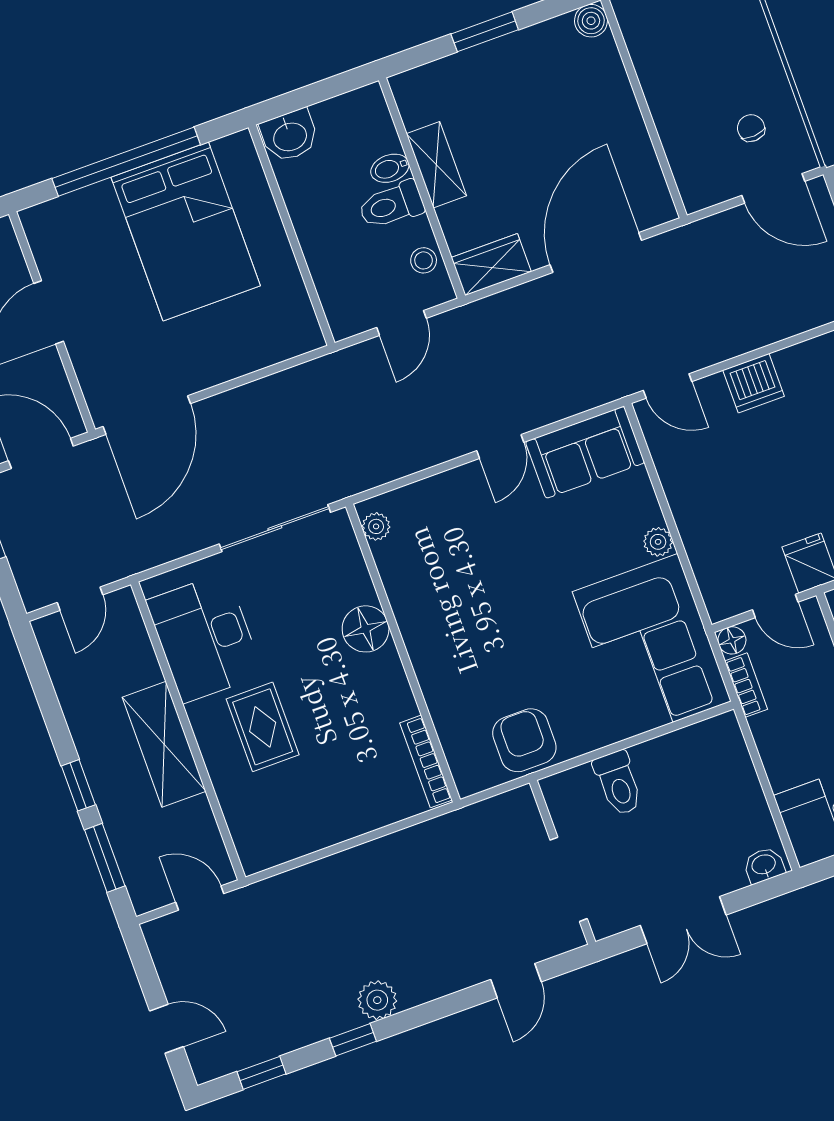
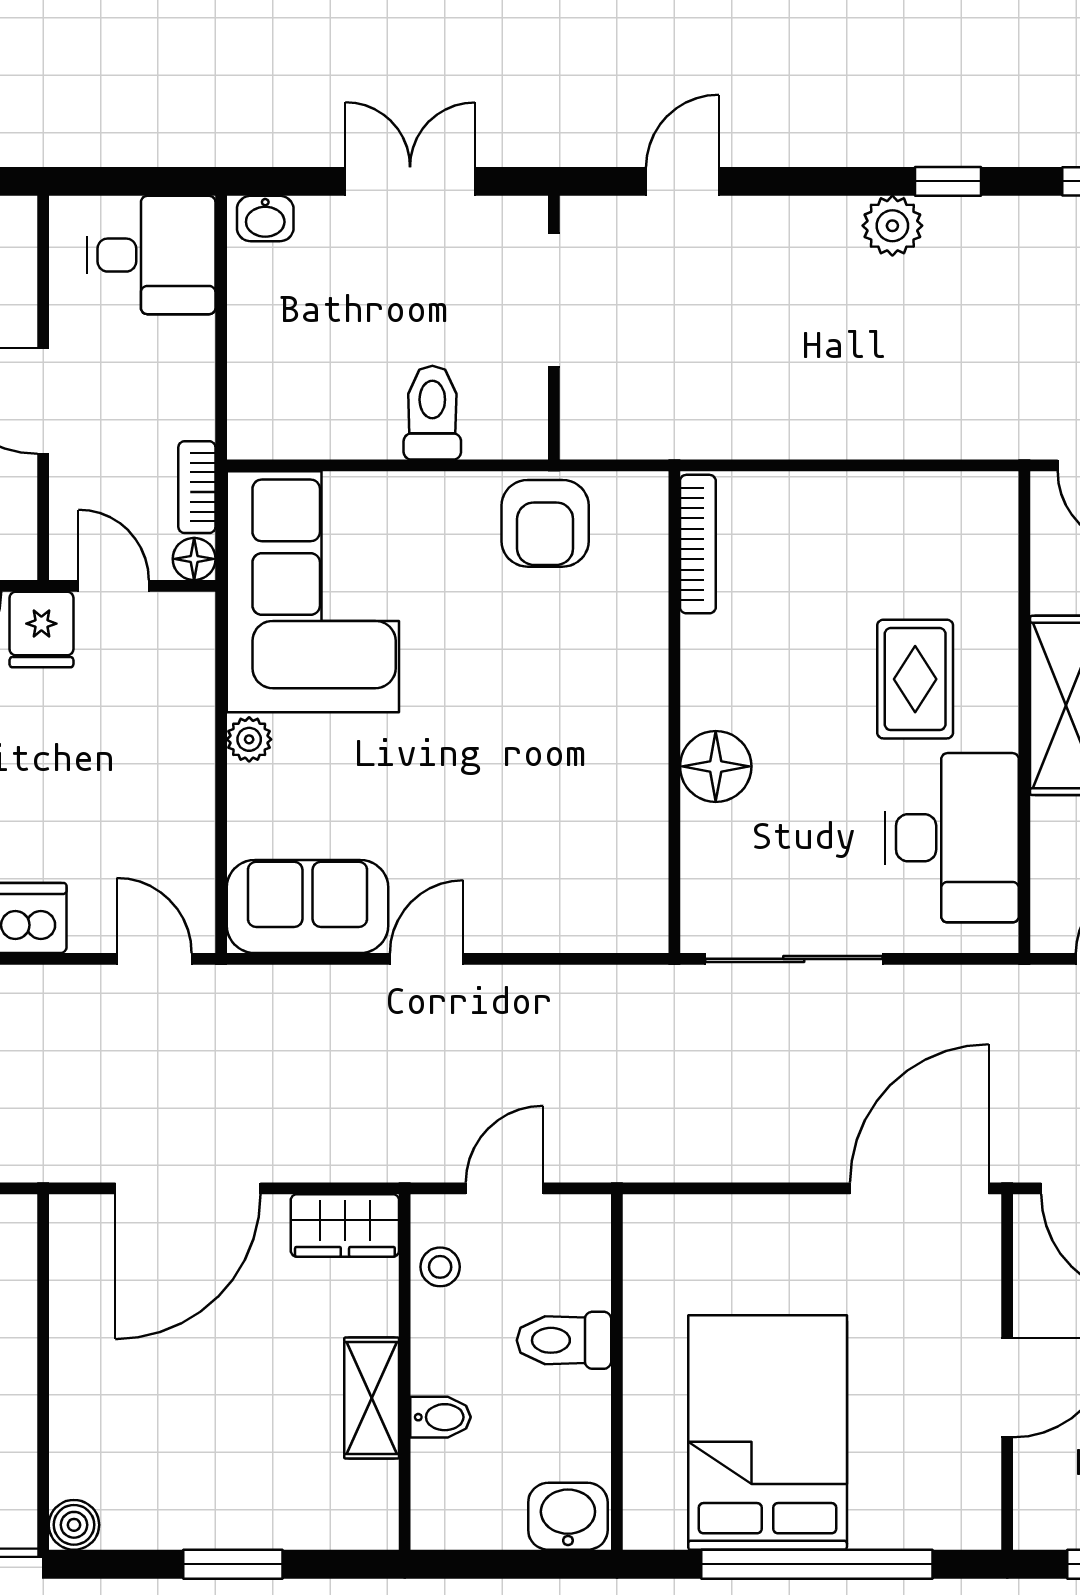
toilet: (391, 205) -> (564, 1340), moved, turned 180
plant: (376, 526) -> (647, 909), removed

